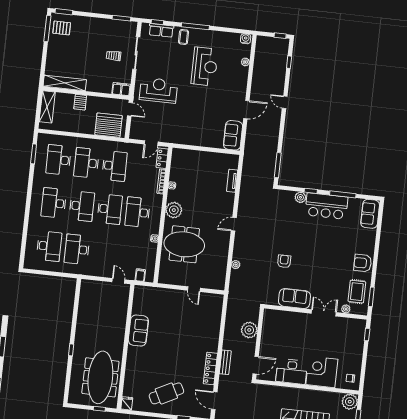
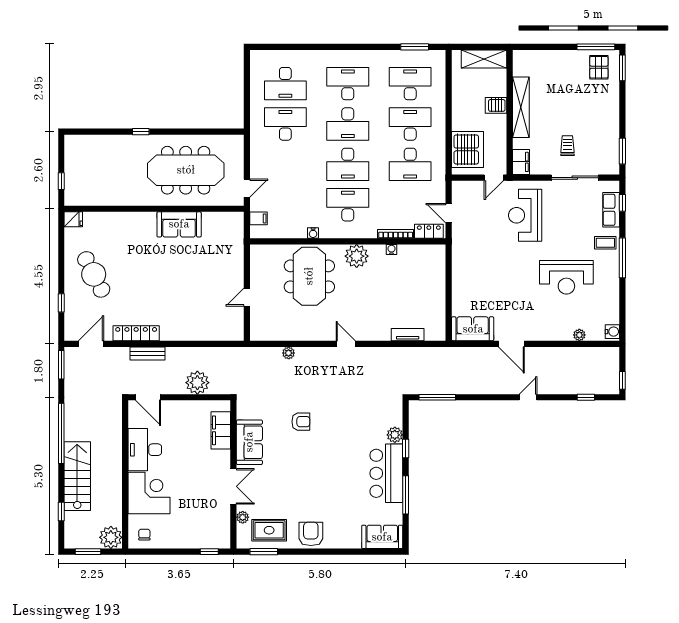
shelving: (65, 83) -> (521, 107), moved
reception desk: (158, 90) -> (525, 215), turned 180
filing cabinet: (284, 317) -> (221, 430), added
meeting table: (100, 377) -> (186, 170), moved

